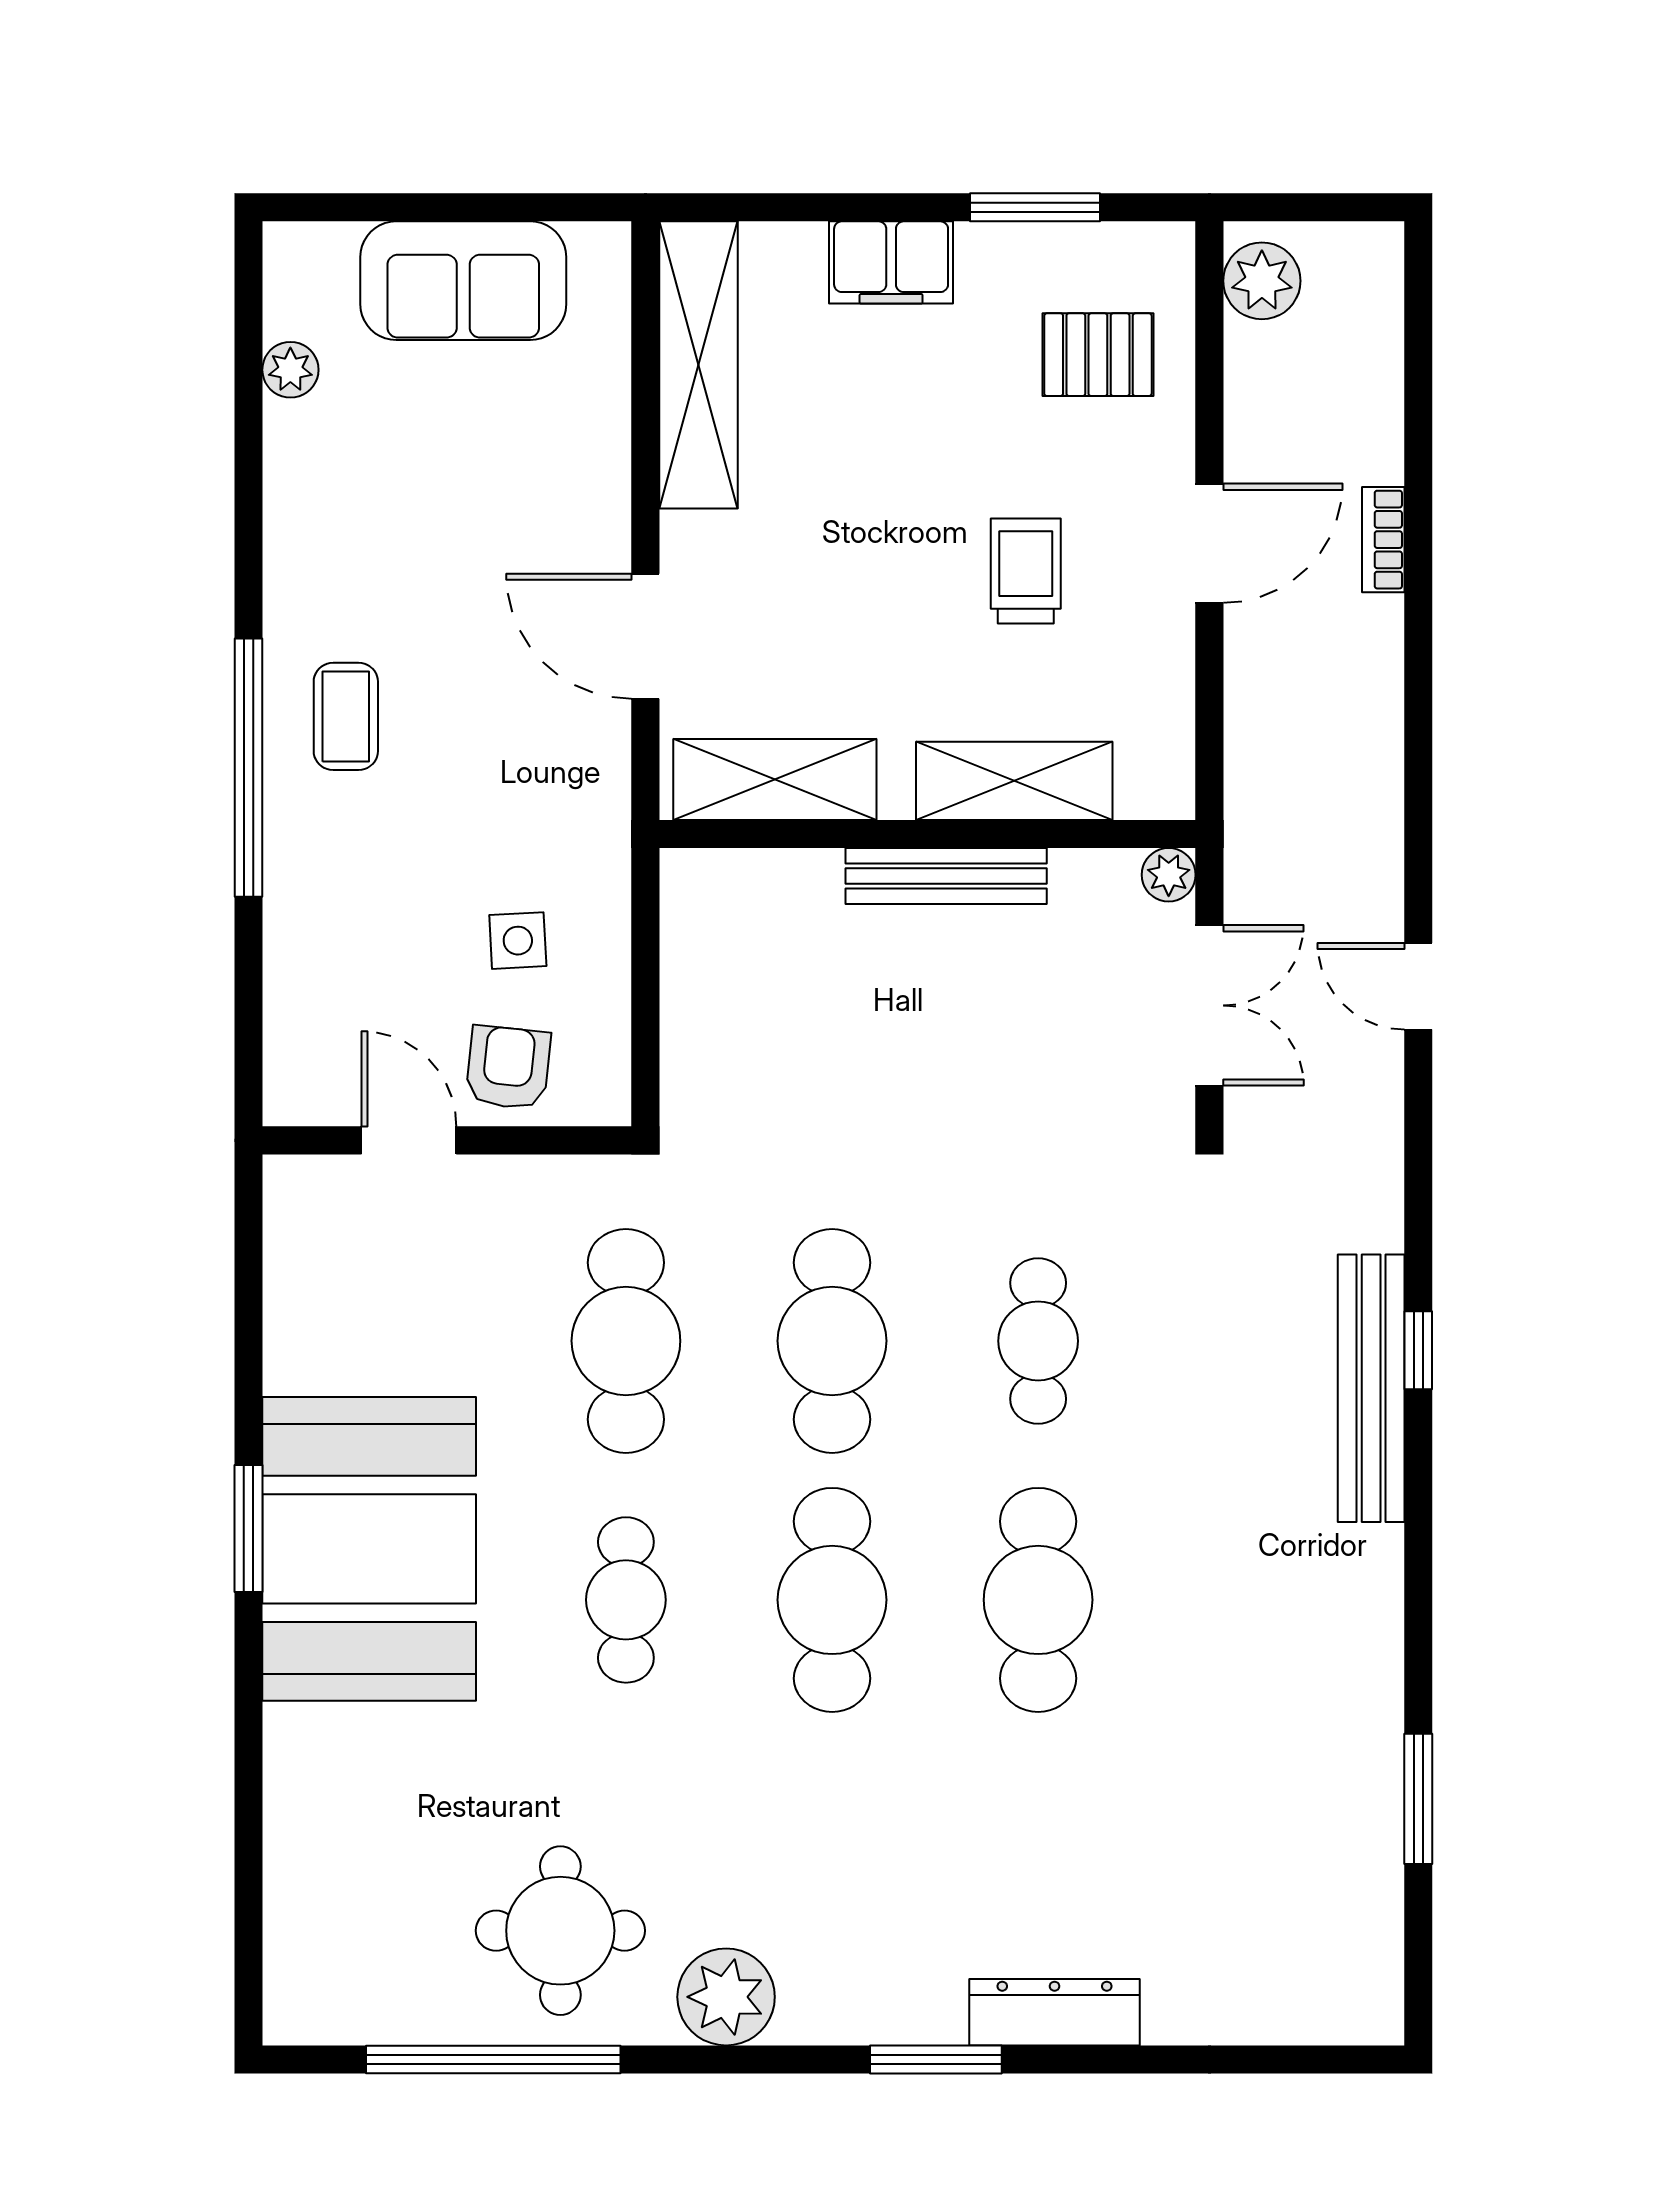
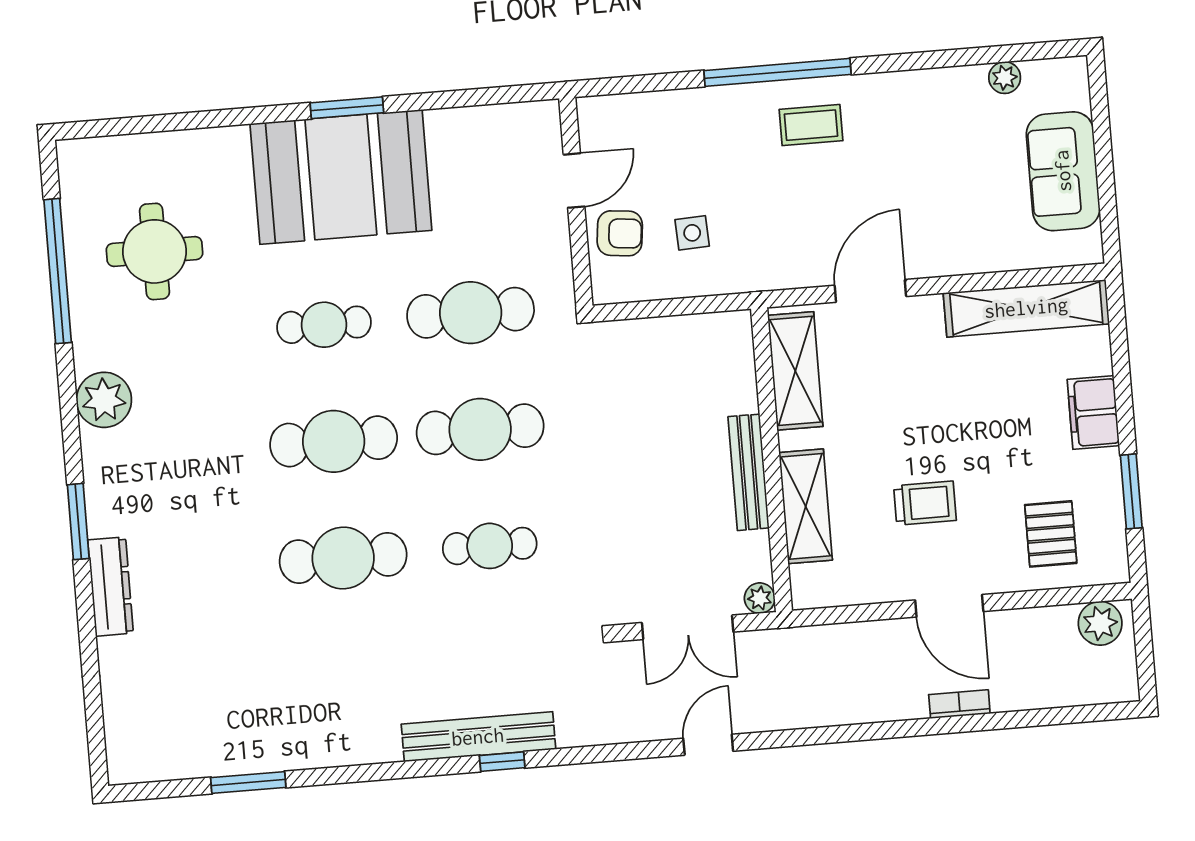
round table: (560, 1931) -> (154, 251), moved

